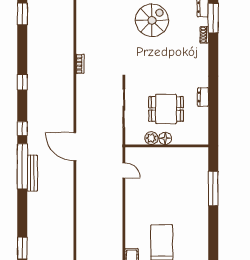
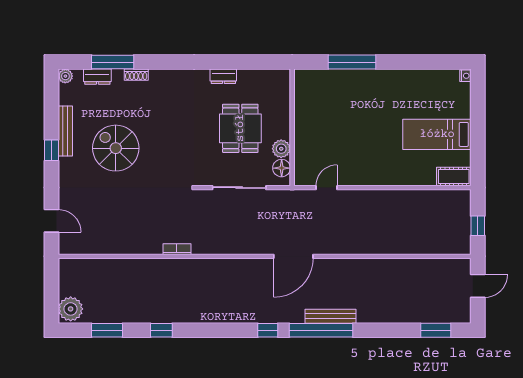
window: (22, 82) -> (161, 330), moved
floor lamp: (165, 138) -> (282, 168), moved

